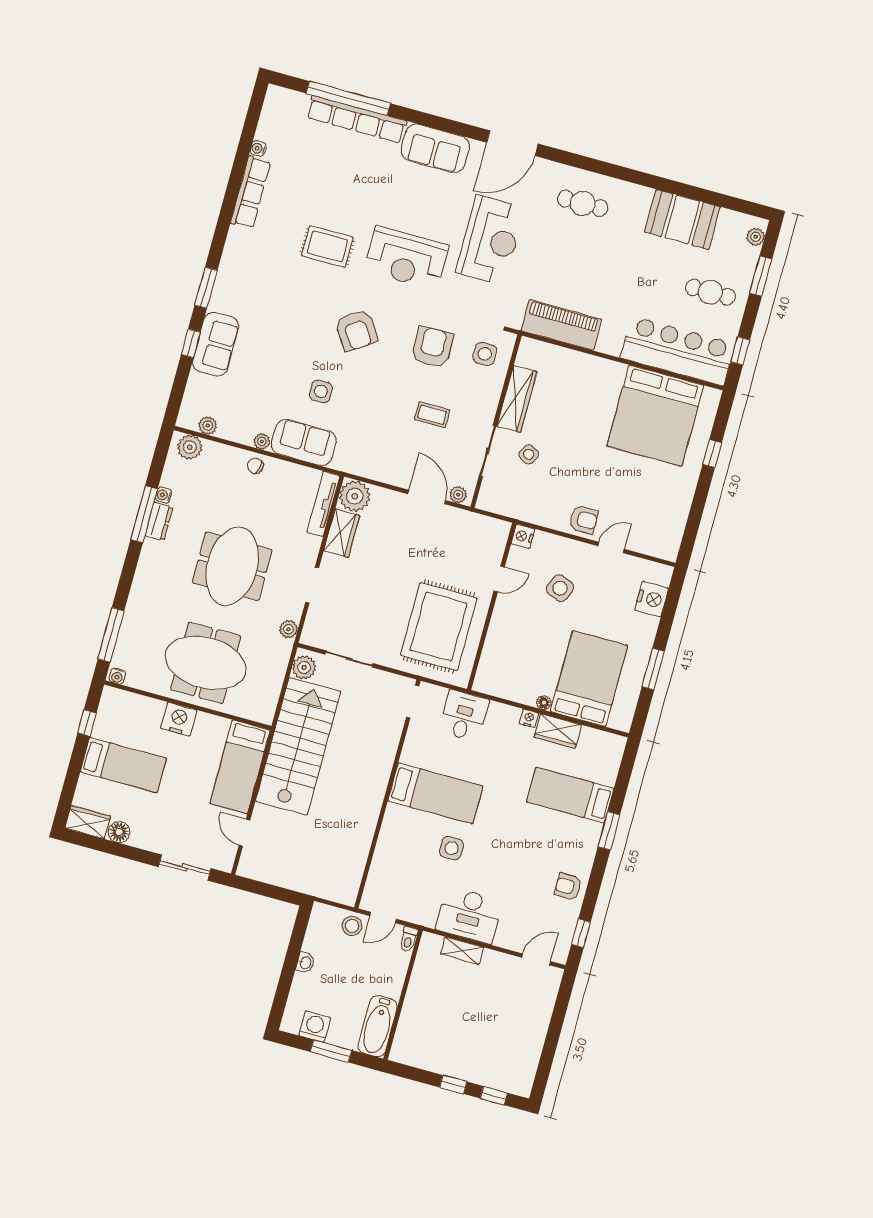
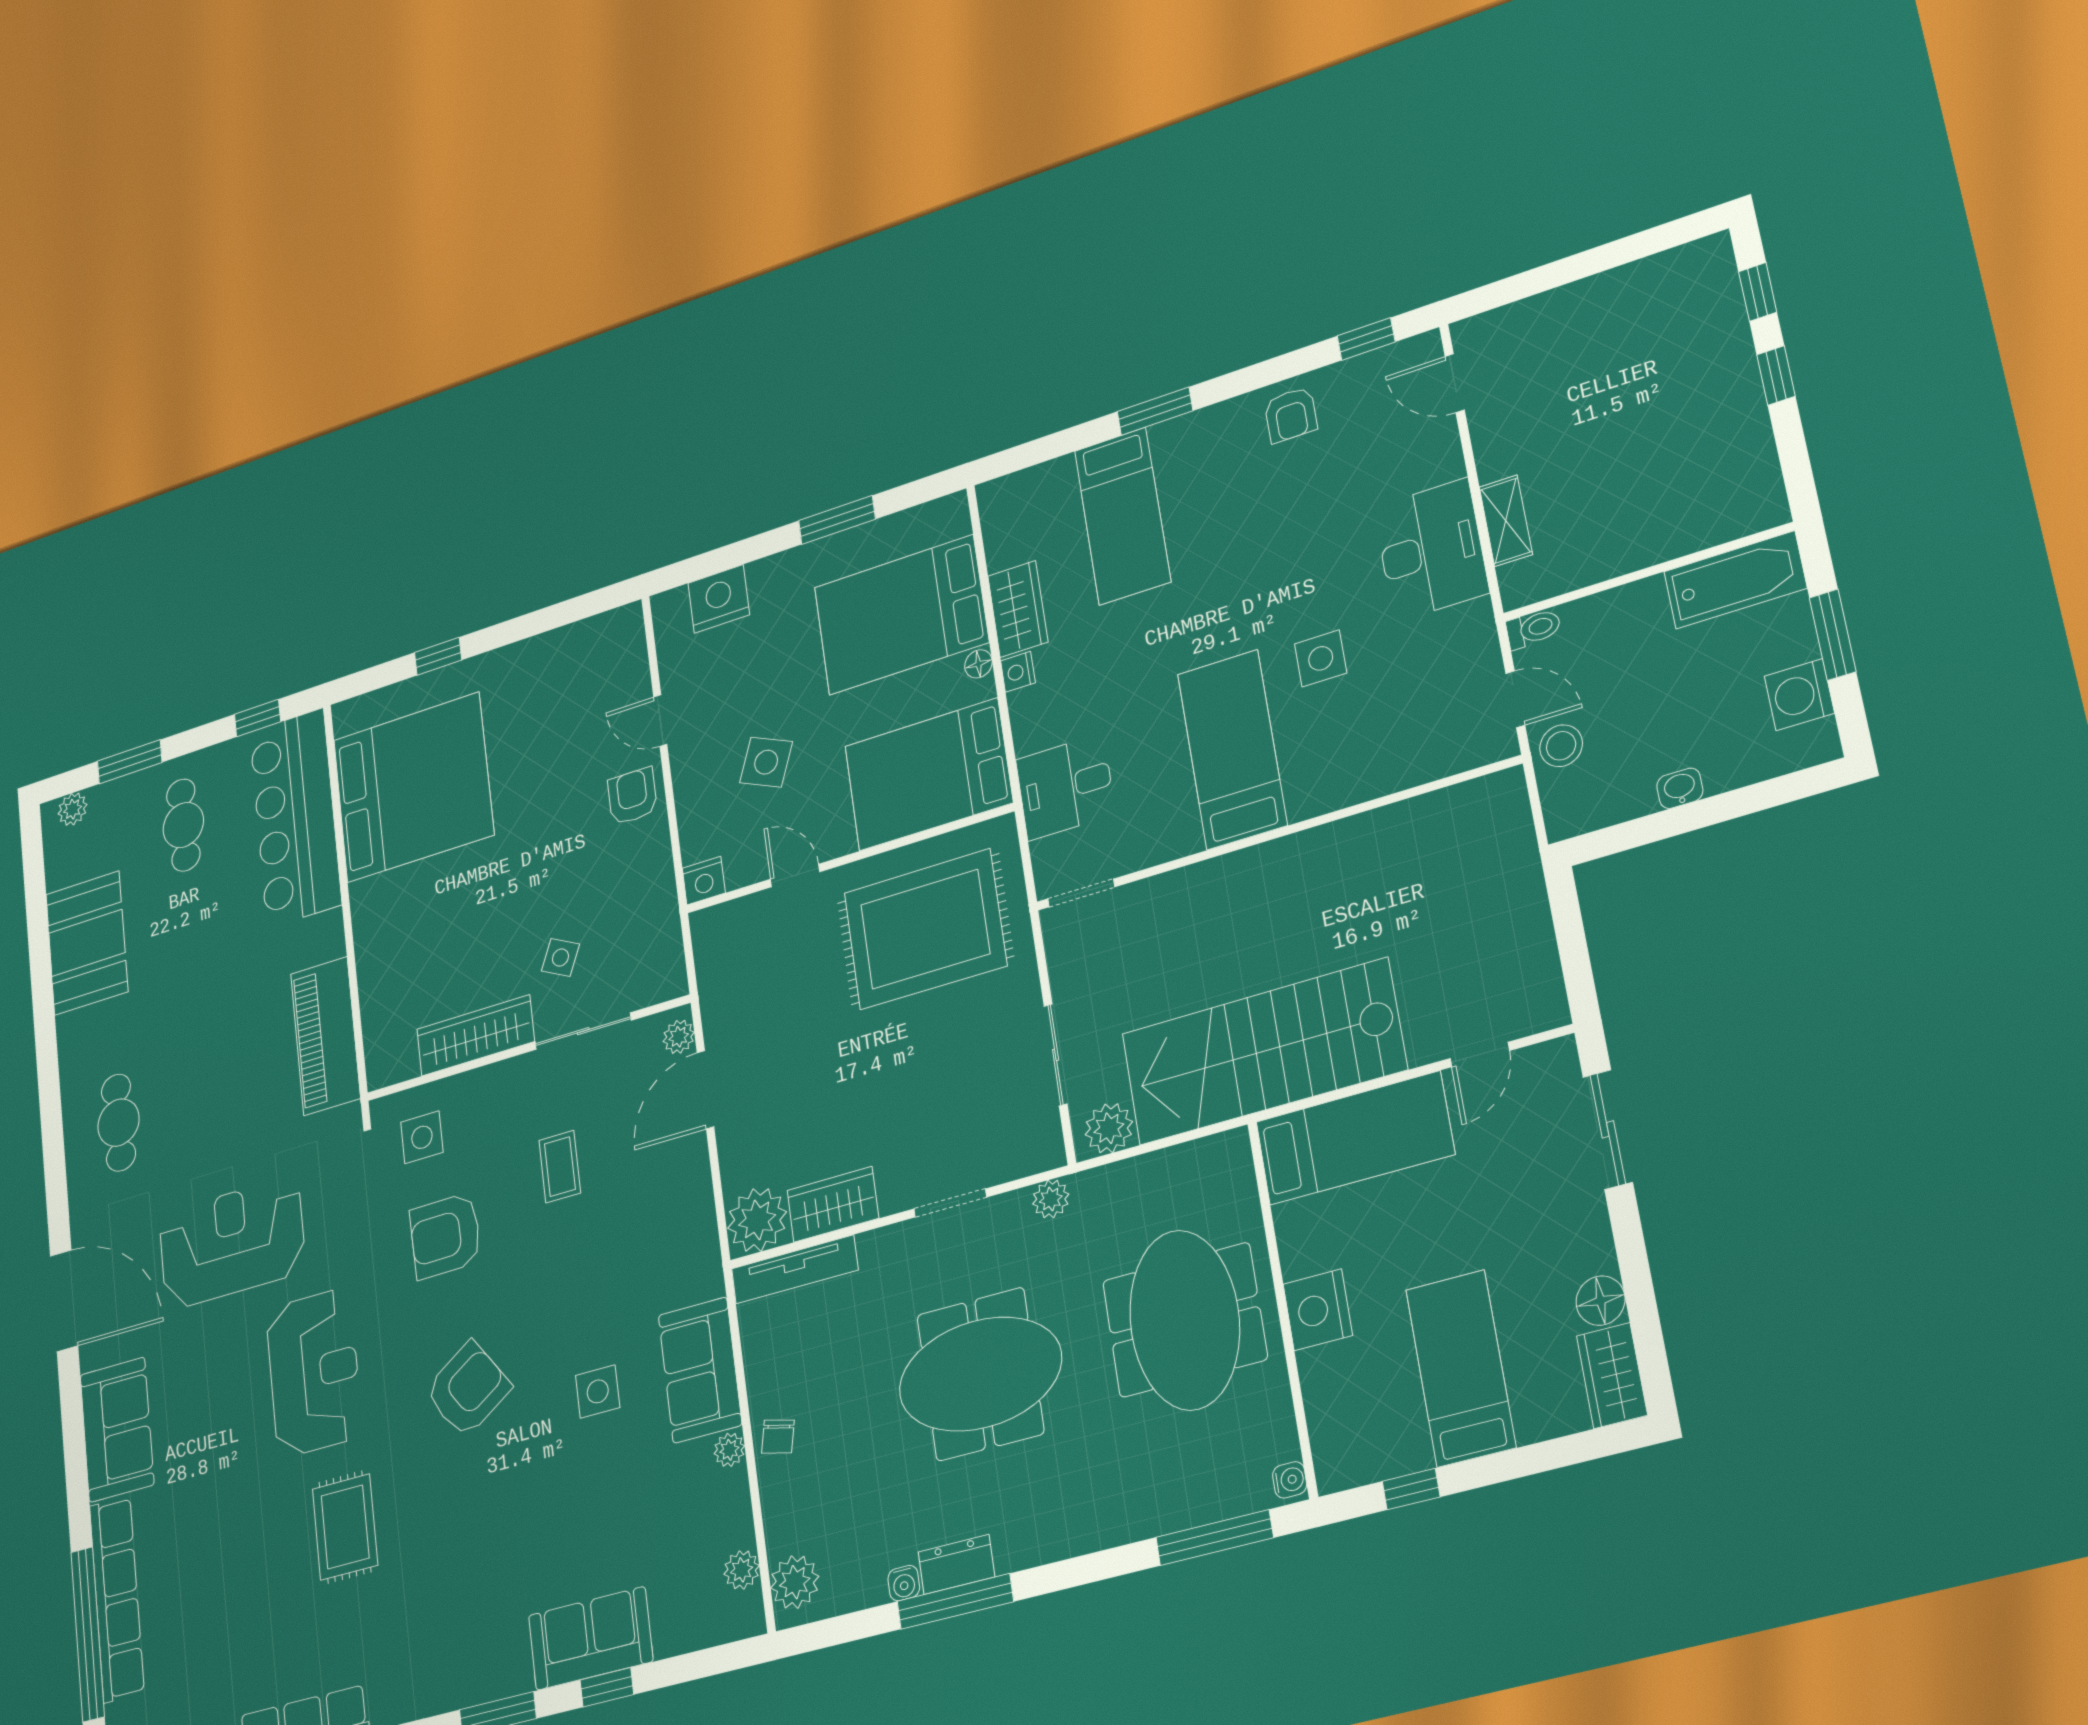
bed: (508, 659) -> (928, 774), added

